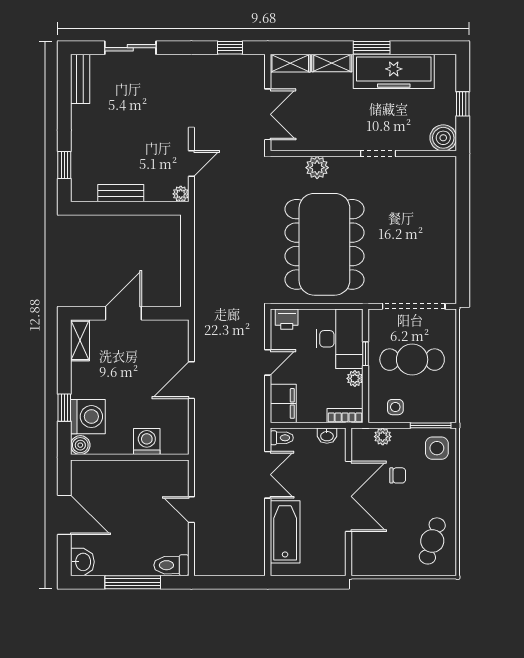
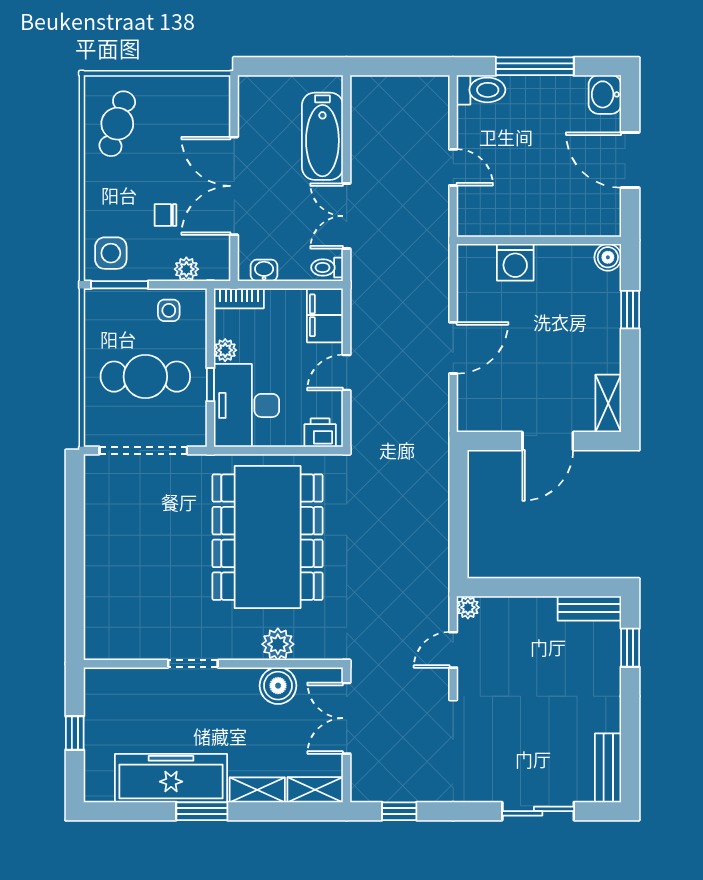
boiler: (443, 138) -> (278, 686), moved
bench: (121, 193) -> (589, 608), moved
washing machine: (88, 417) -> (597, 297), removed

